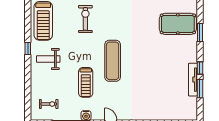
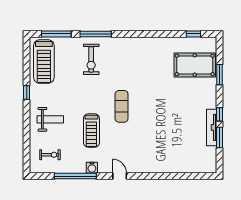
exercise bike: (85, 19) -> (91, 59), turned 180
weight bench: (48, 59) -> (50, 119), moved, turned 180
exercise mat: (113, 61) -> (122, 106), width x0.73, depth x0.69

